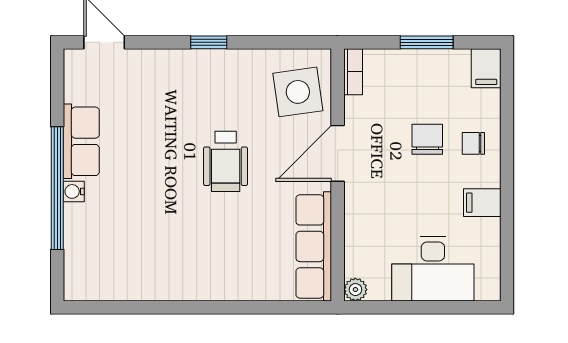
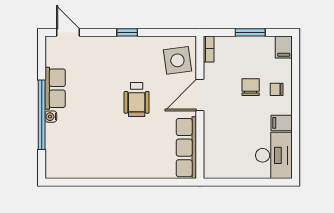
desk: (433, 269) -> (274, 155), moved, turned -90
plant: (355, 290) -> (210, 172), removed

